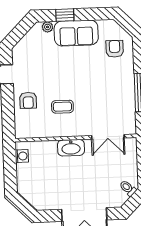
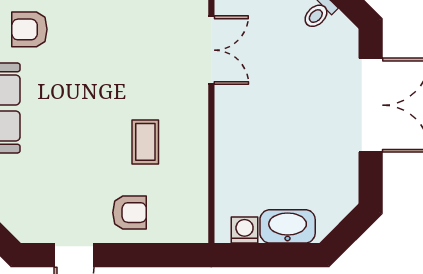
washbasin: (71, 148) -> (288, 226), moved, turned -90

